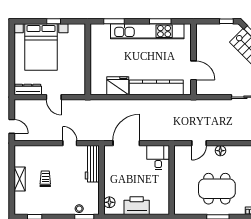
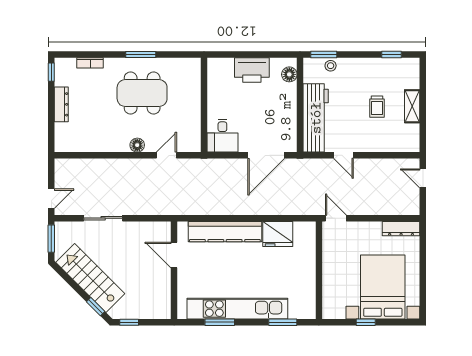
door: (54, 97) -> (336, 218), moved
workbench: (92, 164) -> (316, 118), width x1.36, depth x1.32

